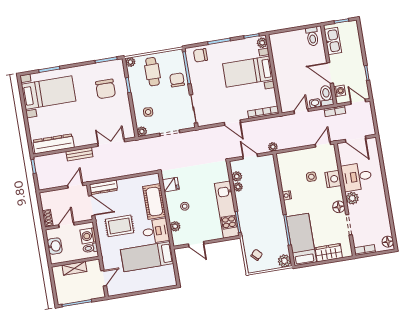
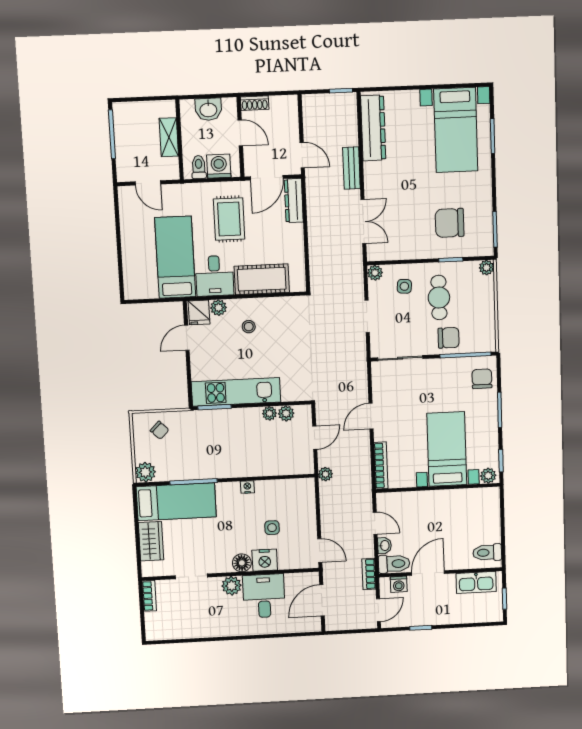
cafe table: (152, 72) -> (439, 298), moved, turned 90
fridge: (171, 185) -> (199, 312), moved
floor lamp: (339, 207) -> (242, 563), moved
floor lamp: (388, 242) -> (159, 632), removed

